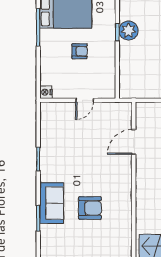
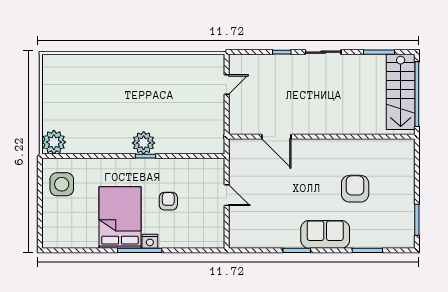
nightstand: (46, 92) -> (150, 241), moved
sofa: (52, 203) -> (325, 234), moved

